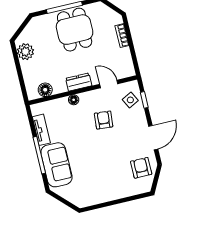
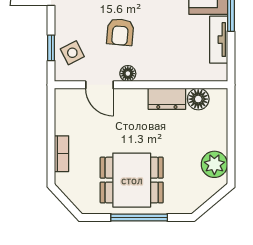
dining table: (75, 30) -> (132, 180), turned 90
dresser: (79, 82) -> (167, 99), moved
floor lamp: (74, 100) -> (128, 74), moved

